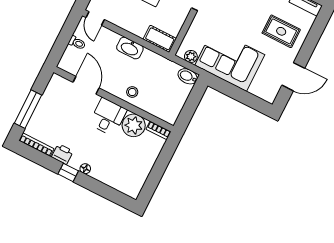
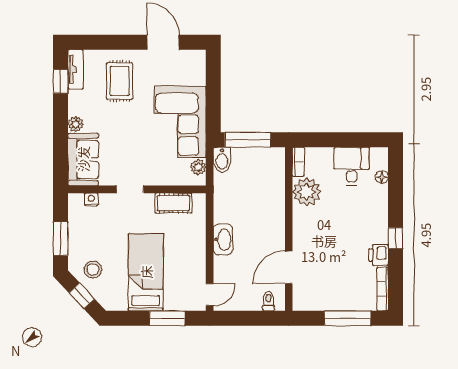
cot: (160, 39) -> (173, 203), moved, turned 90
toilet: (77, 43) -> (269, 301), moved
stool: (132, 92) -> (270, 212), removed
window: (193, 102) -> (248, 140), added
desk: (108, 117) -> (352, 166), moved, turned 90
floor lamp: (85, 169) -> (382, 177), moved

